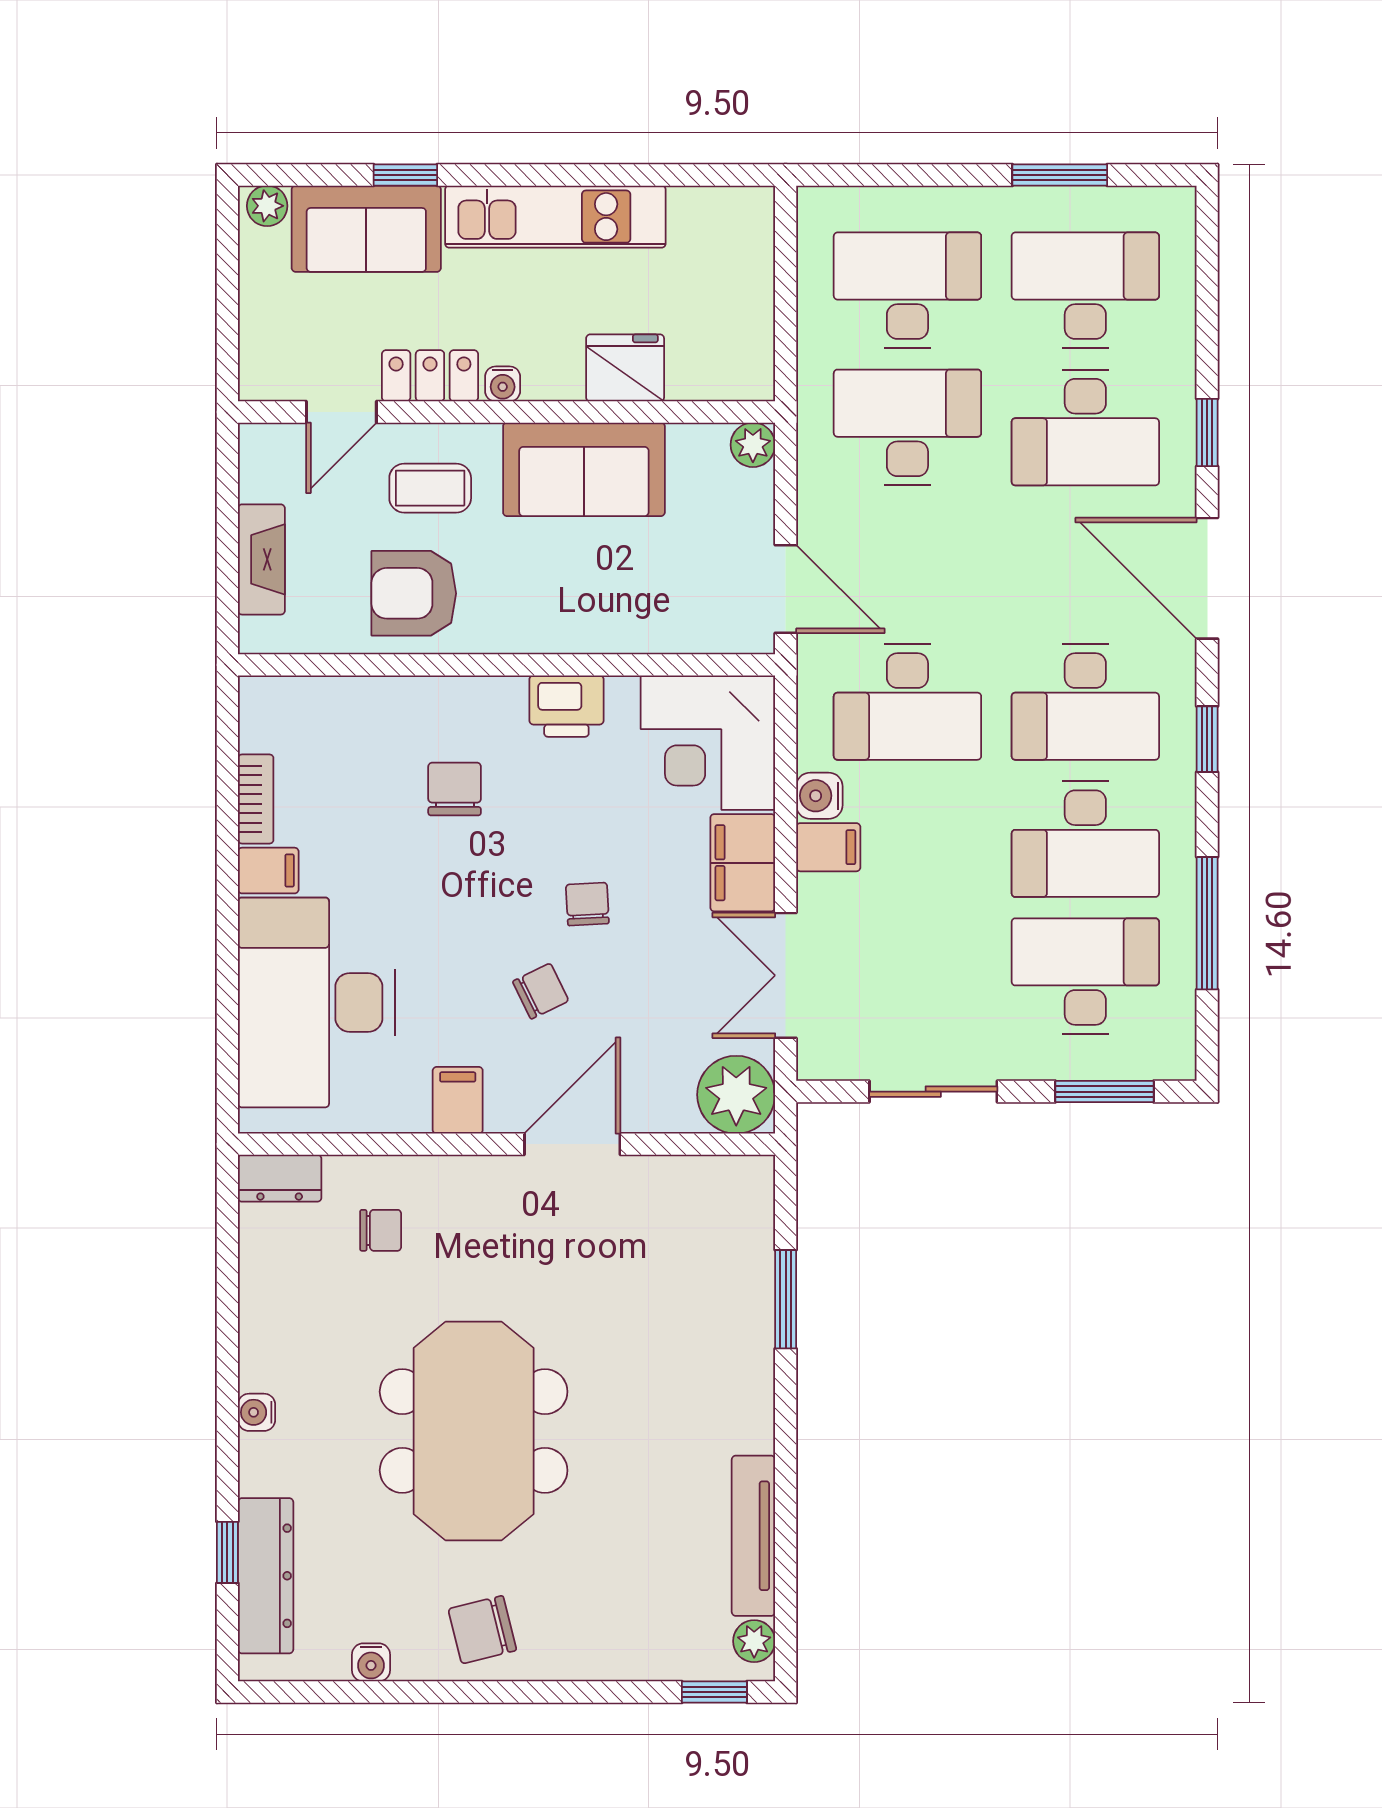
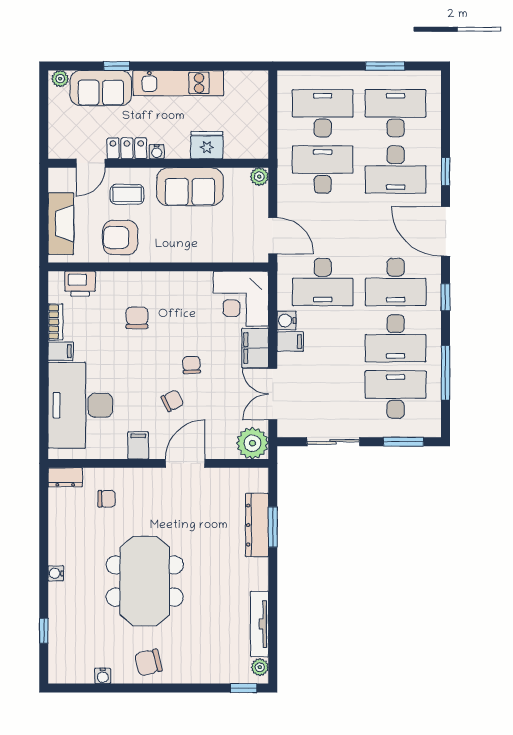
fireplace: (261, 559) -> (61, 224), width x1.37, depth x1.32
printer: (566, 706) -> (80, 284), moved
dresser: (266, 1576) -> (257, 525), moved, turned 180

